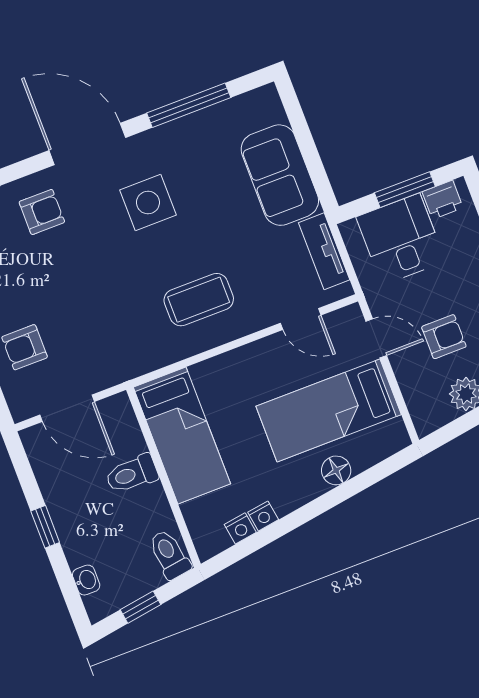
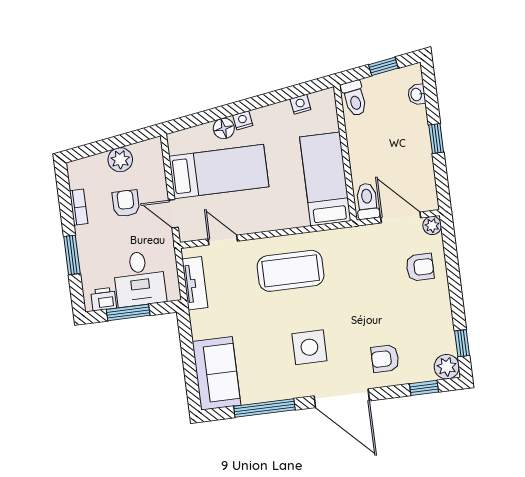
sofa: (280, 175) -> (217, 373), moved
coffee table: (199, 300) -> (291, 271), width x1.36, depth x1.32
armchair: (444, 337) -> (126, 203), turned 90
plant: (22, 408) -> (432, 226), added
toilet: (132, 474) -> (367, 201), moved, turned -90
nightstand: (263, 516) -> (243, 120), moved

